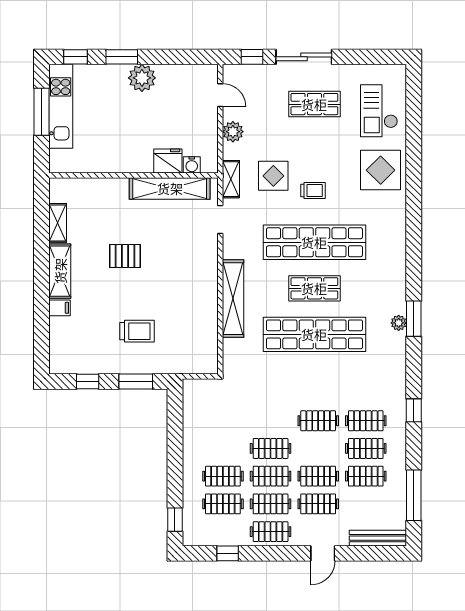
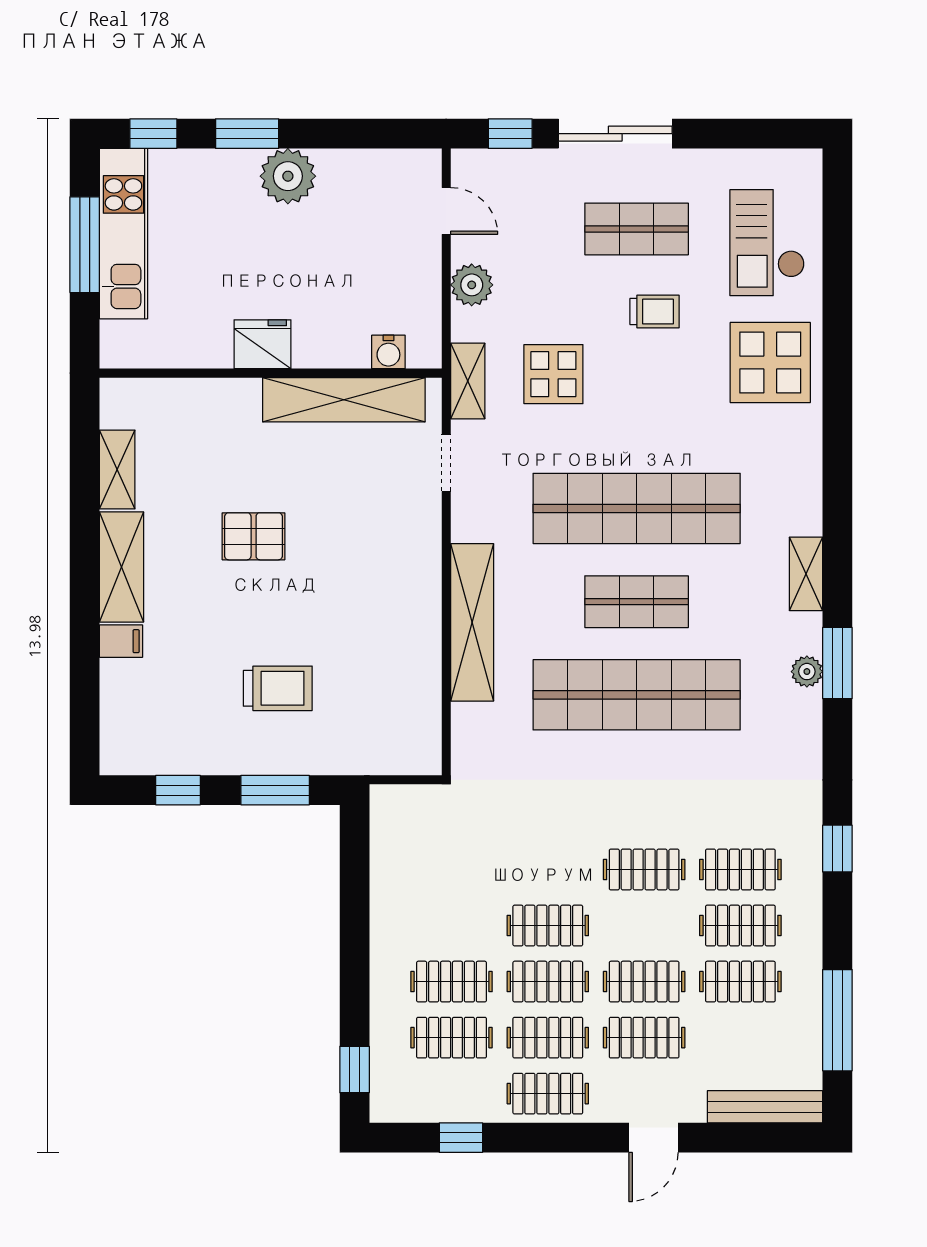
fridge: (168, 161) -> (263, 344), moved
trolley: (313, 191) -> (655, 312), moved
shelving: (398, 275) -> (806, 574), added

